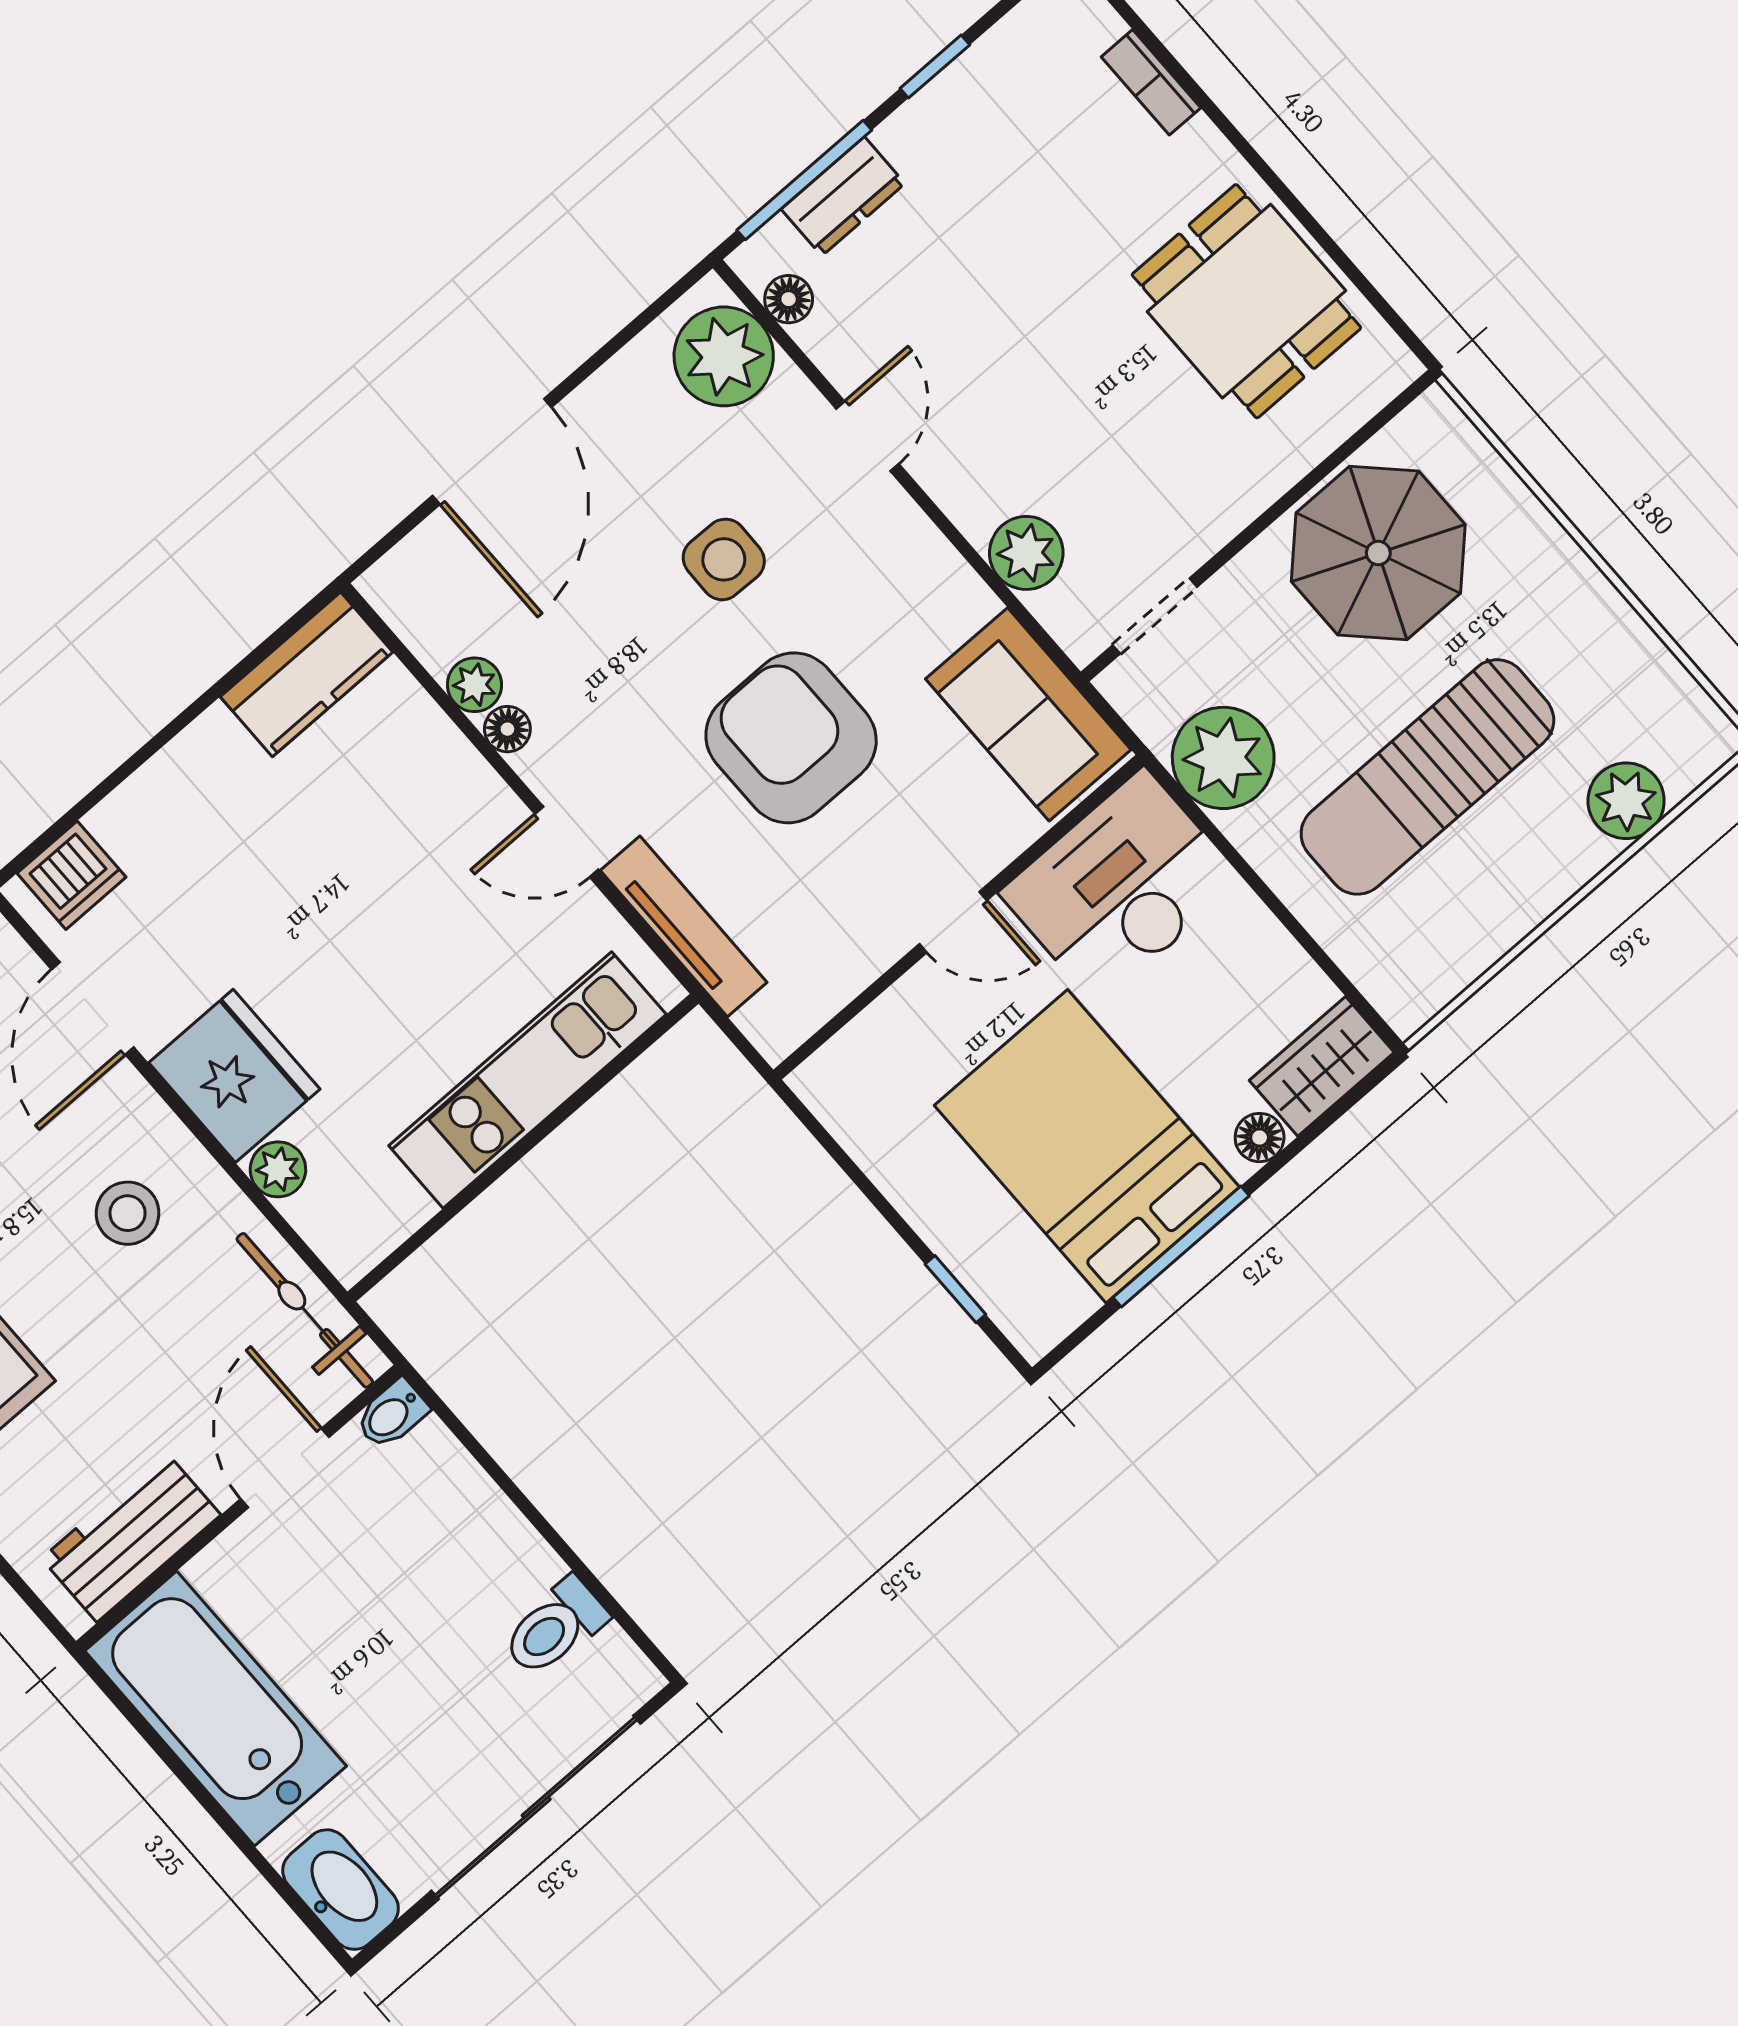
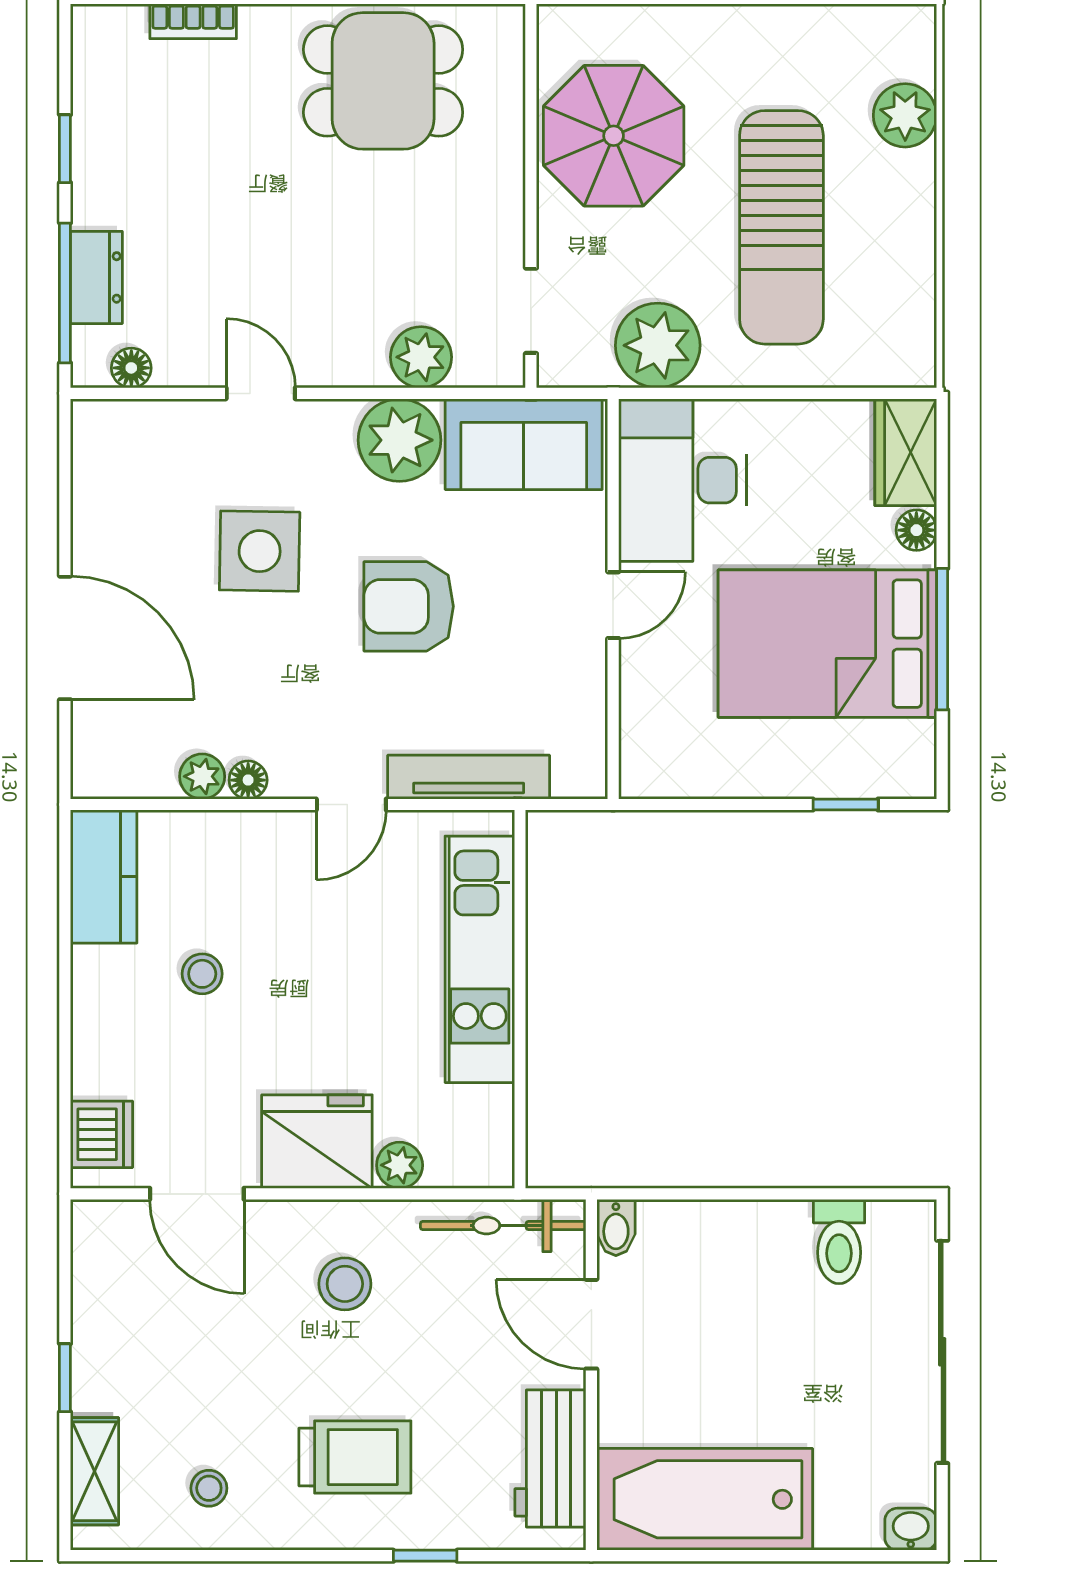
plant: (724, 356) -> (399, 440), moved
side table: (724, 559) -> (260, 551), width x1.37, depth x1.37
armchair: (791, 738) -> (409, 606), width x0.73, depth x0.73
stool: (296, 840) -> (202, 974), added
washbasin: (341, 1890) -> (911, 1529), width x0.52, depth x0.69

